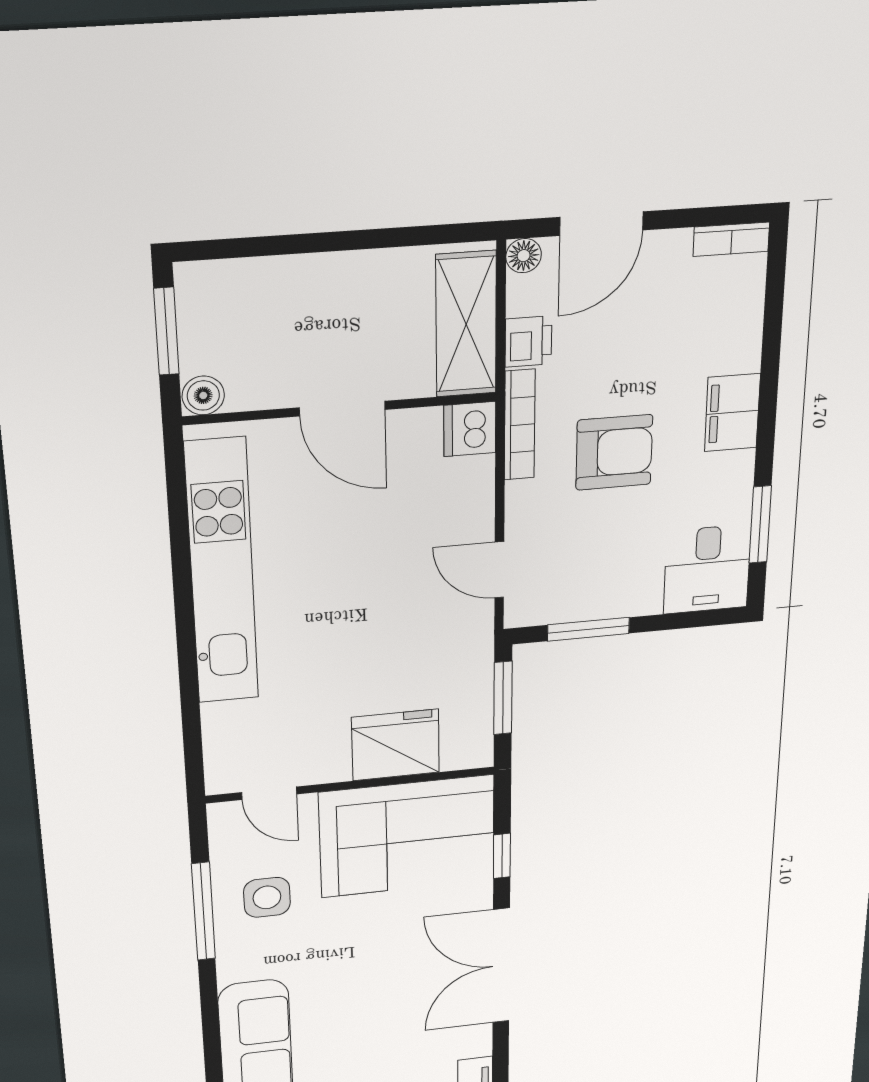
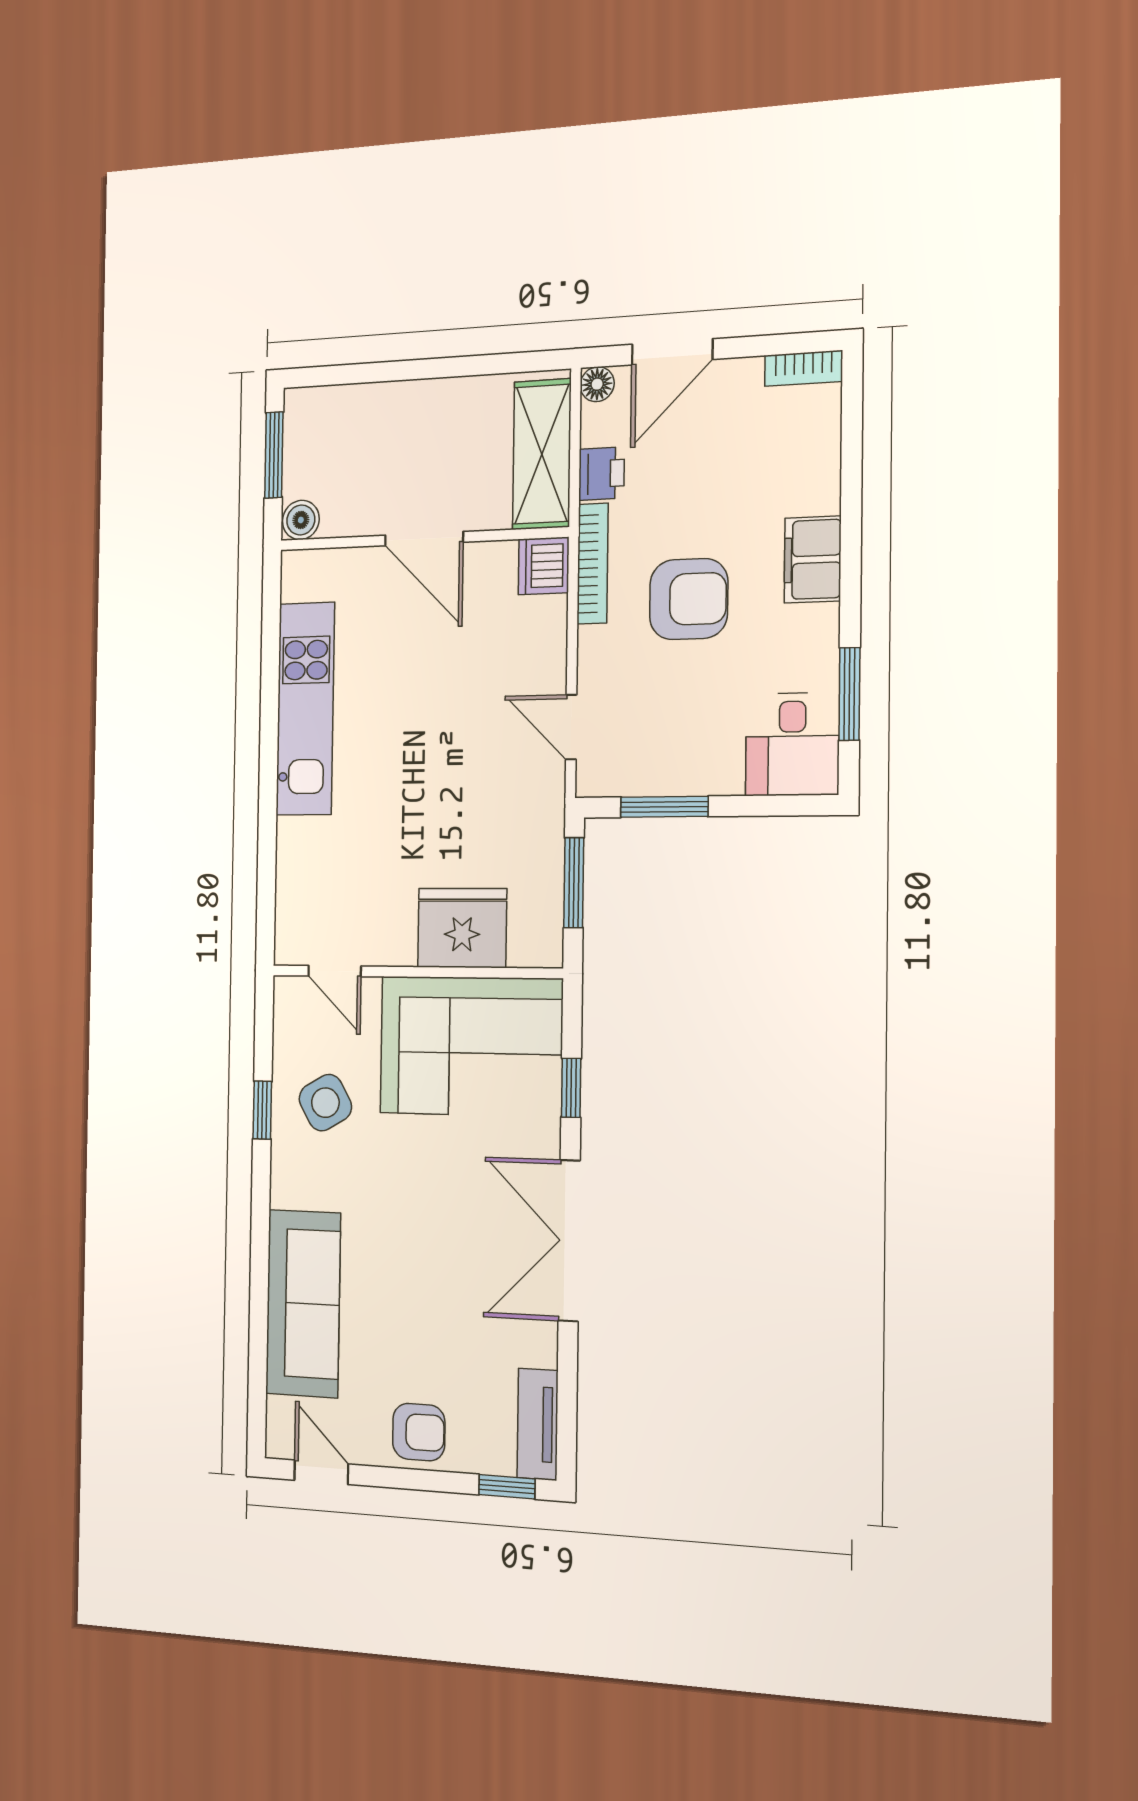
kitchen unit: (222, 573) -> (305, 709), width x0.73
side table: (267, 897) -> (325, 1103), turned -30
window: (203, 911) -> (262, 1110), width x0.46

